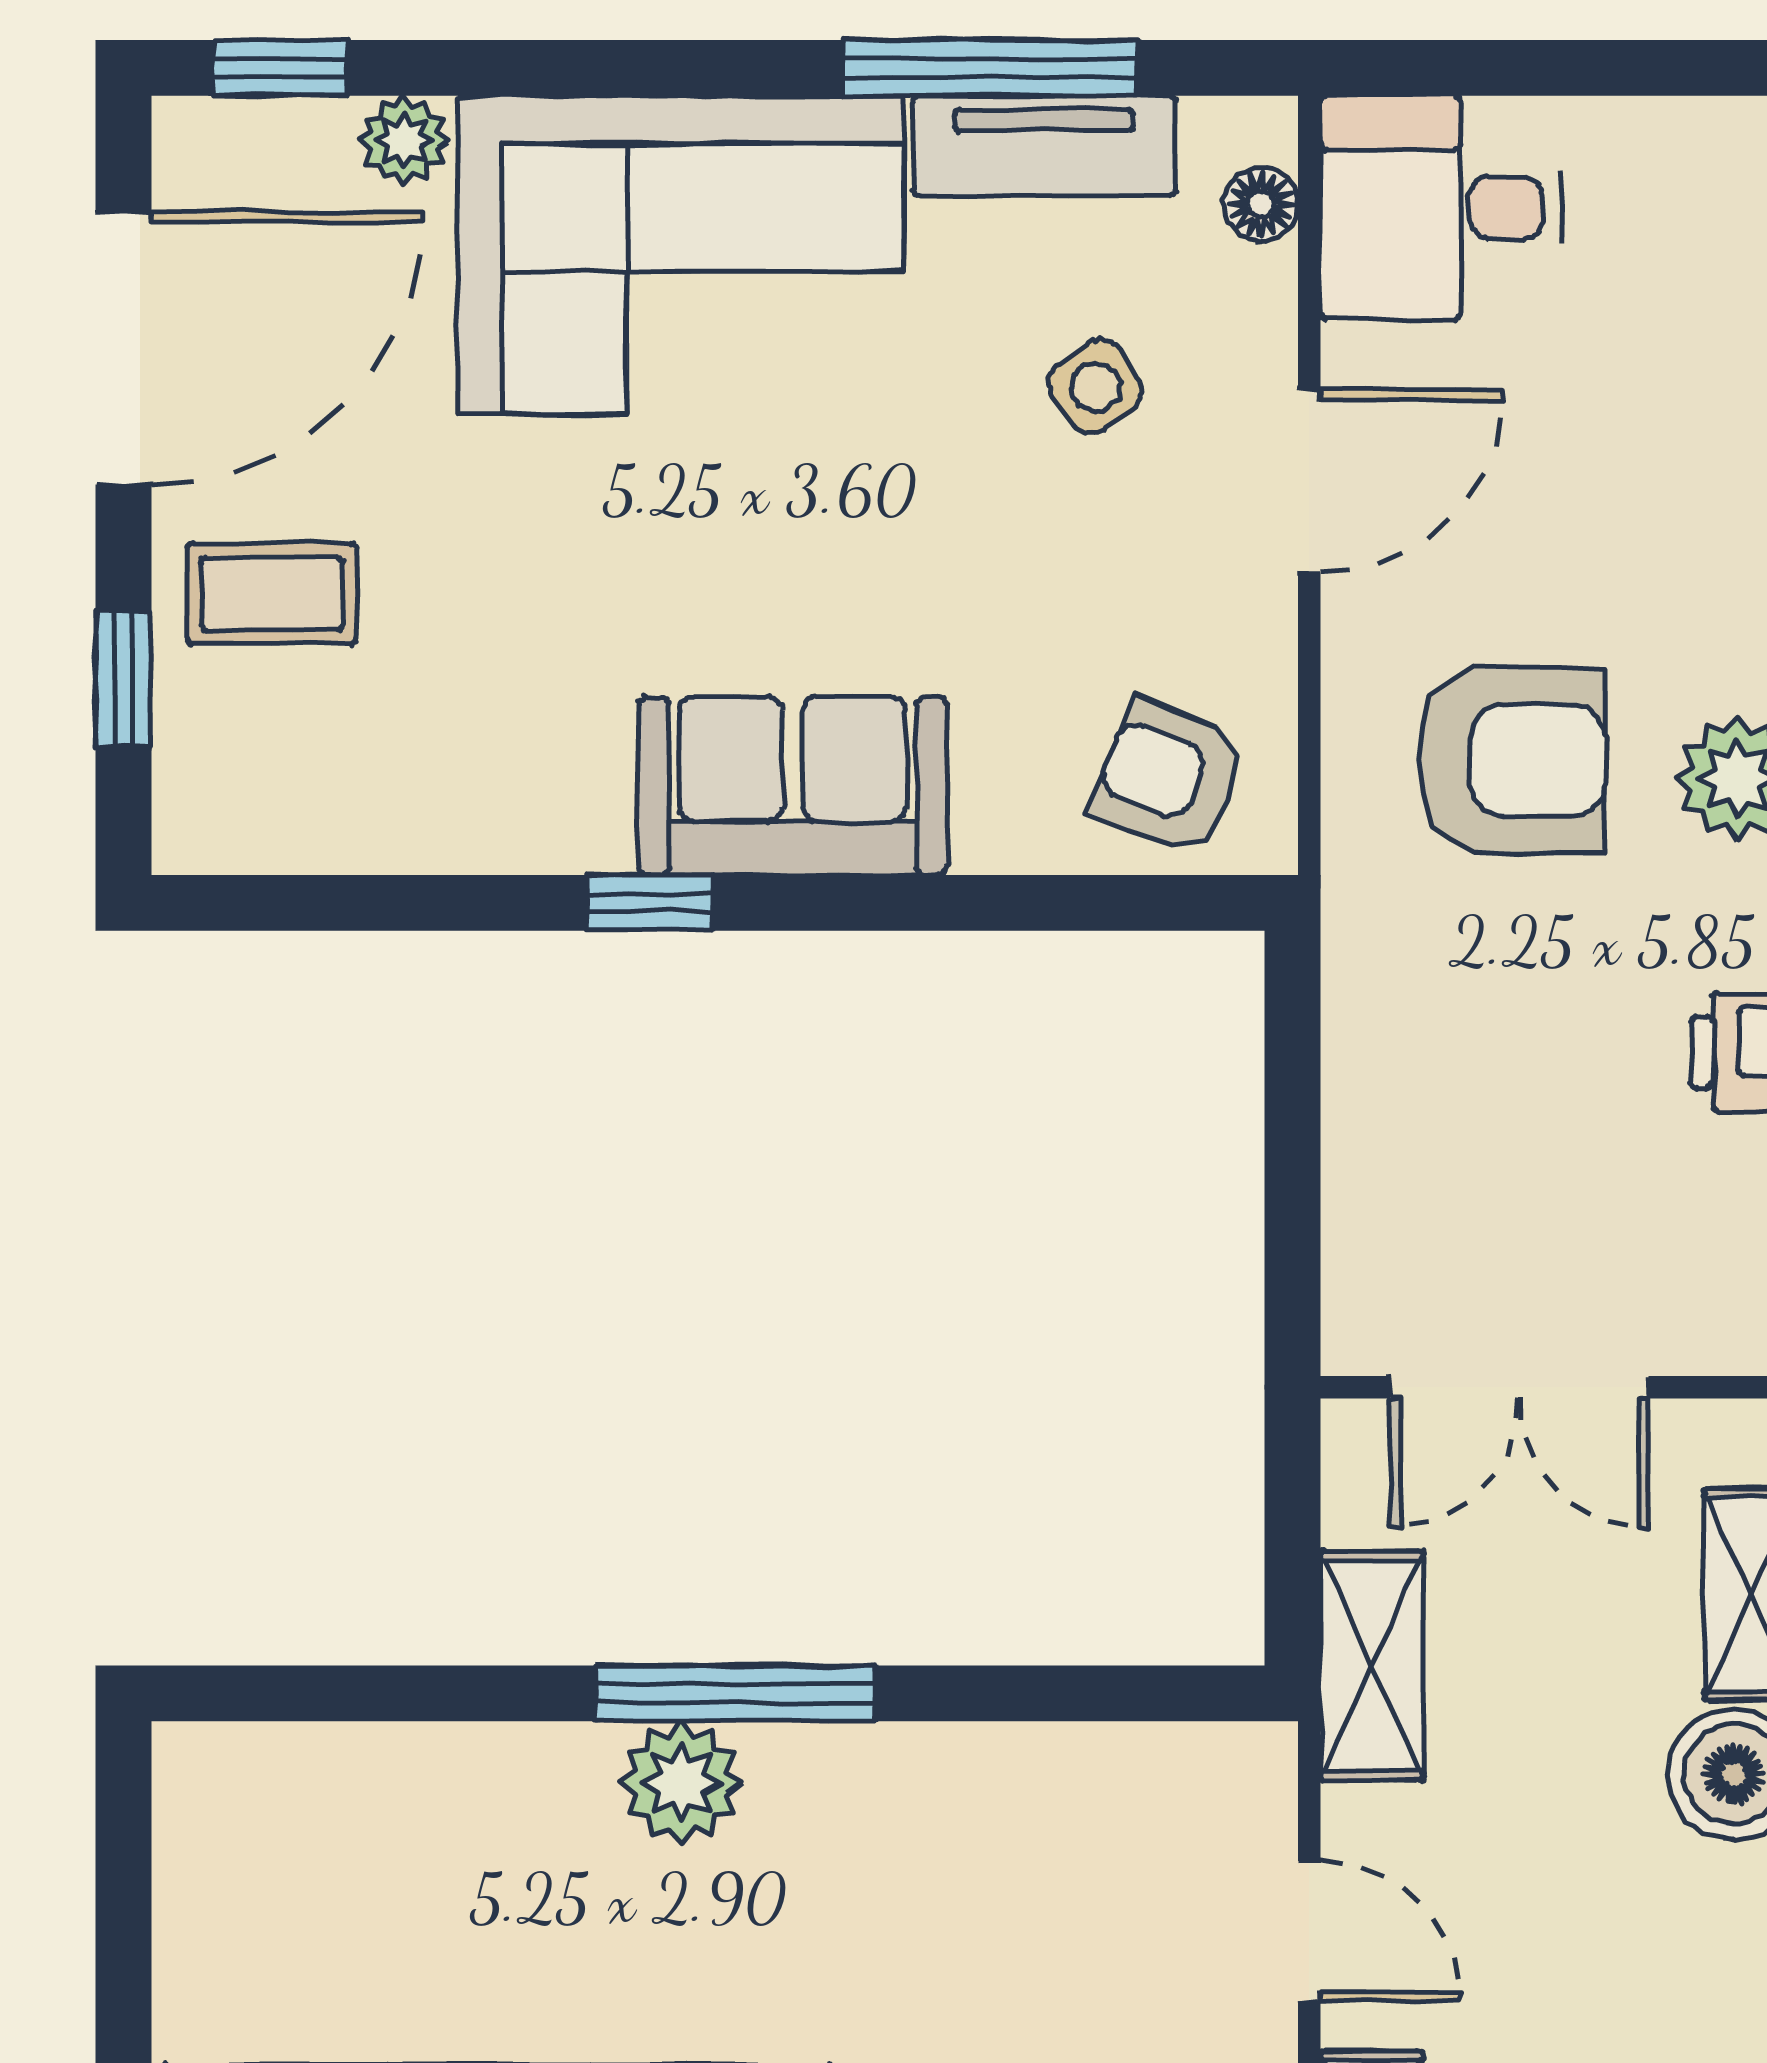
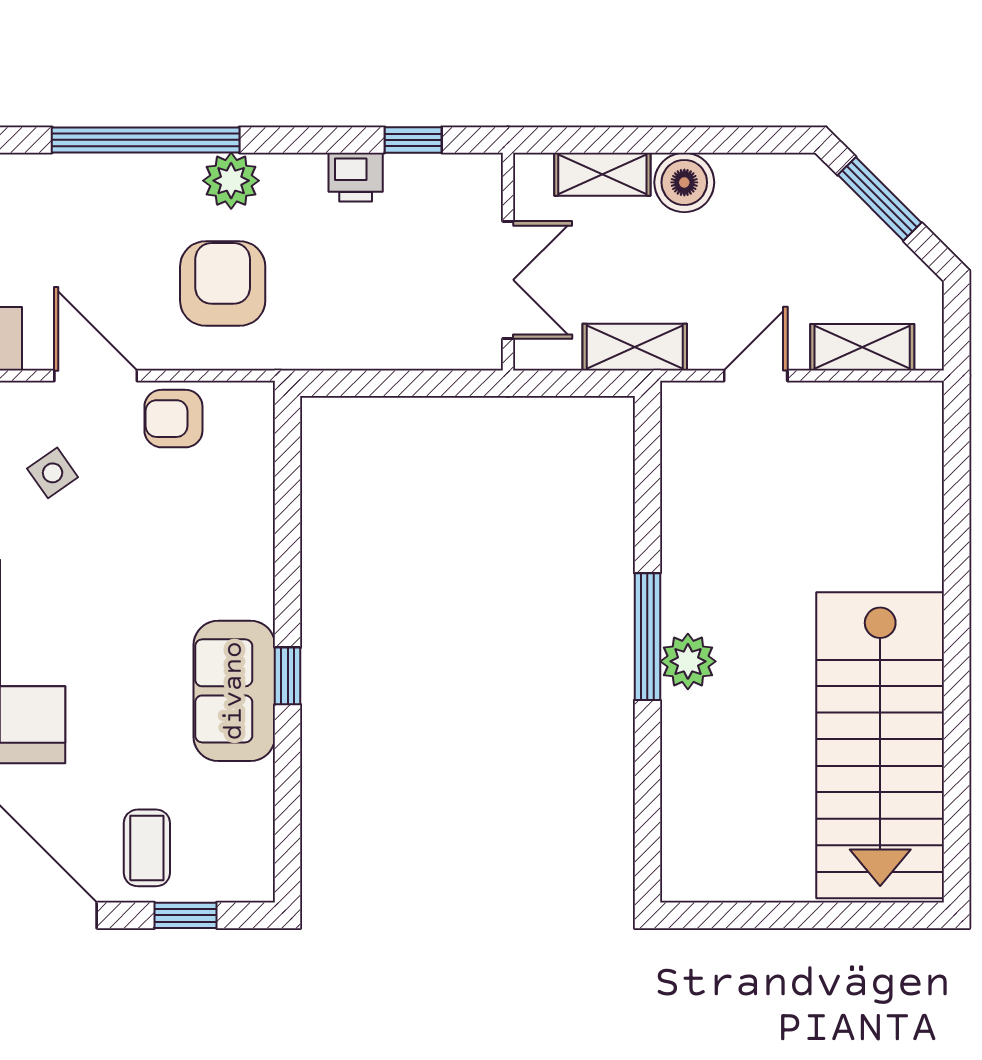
armchair: (1169, 777) -> (173, 419), moved, turned 68
sofa: (792, 786) -> (234, 691), moved

